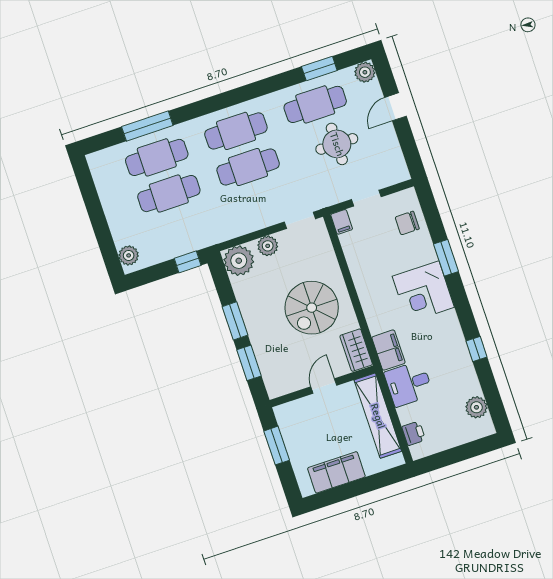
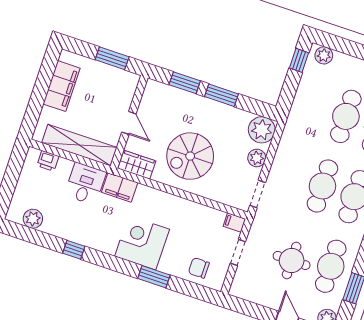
chair: (407, 223) -> (199, 268), turned -90
window: (188, 262) -> (299, 60), moved
spiral stairs: (312, 308) -> (190, 156), turned -90

